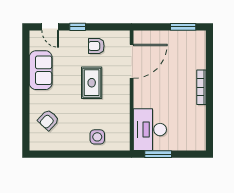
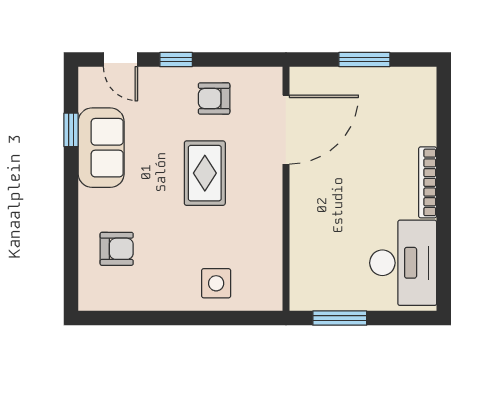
window: (183, 27) -> (364, 60), moved
window: (26, 61) -> (71, 130), added
armchair: (48, 120) -> (117, 249), turned -133
desk: (150, 130) -> (403, 263), moved, turned 180

